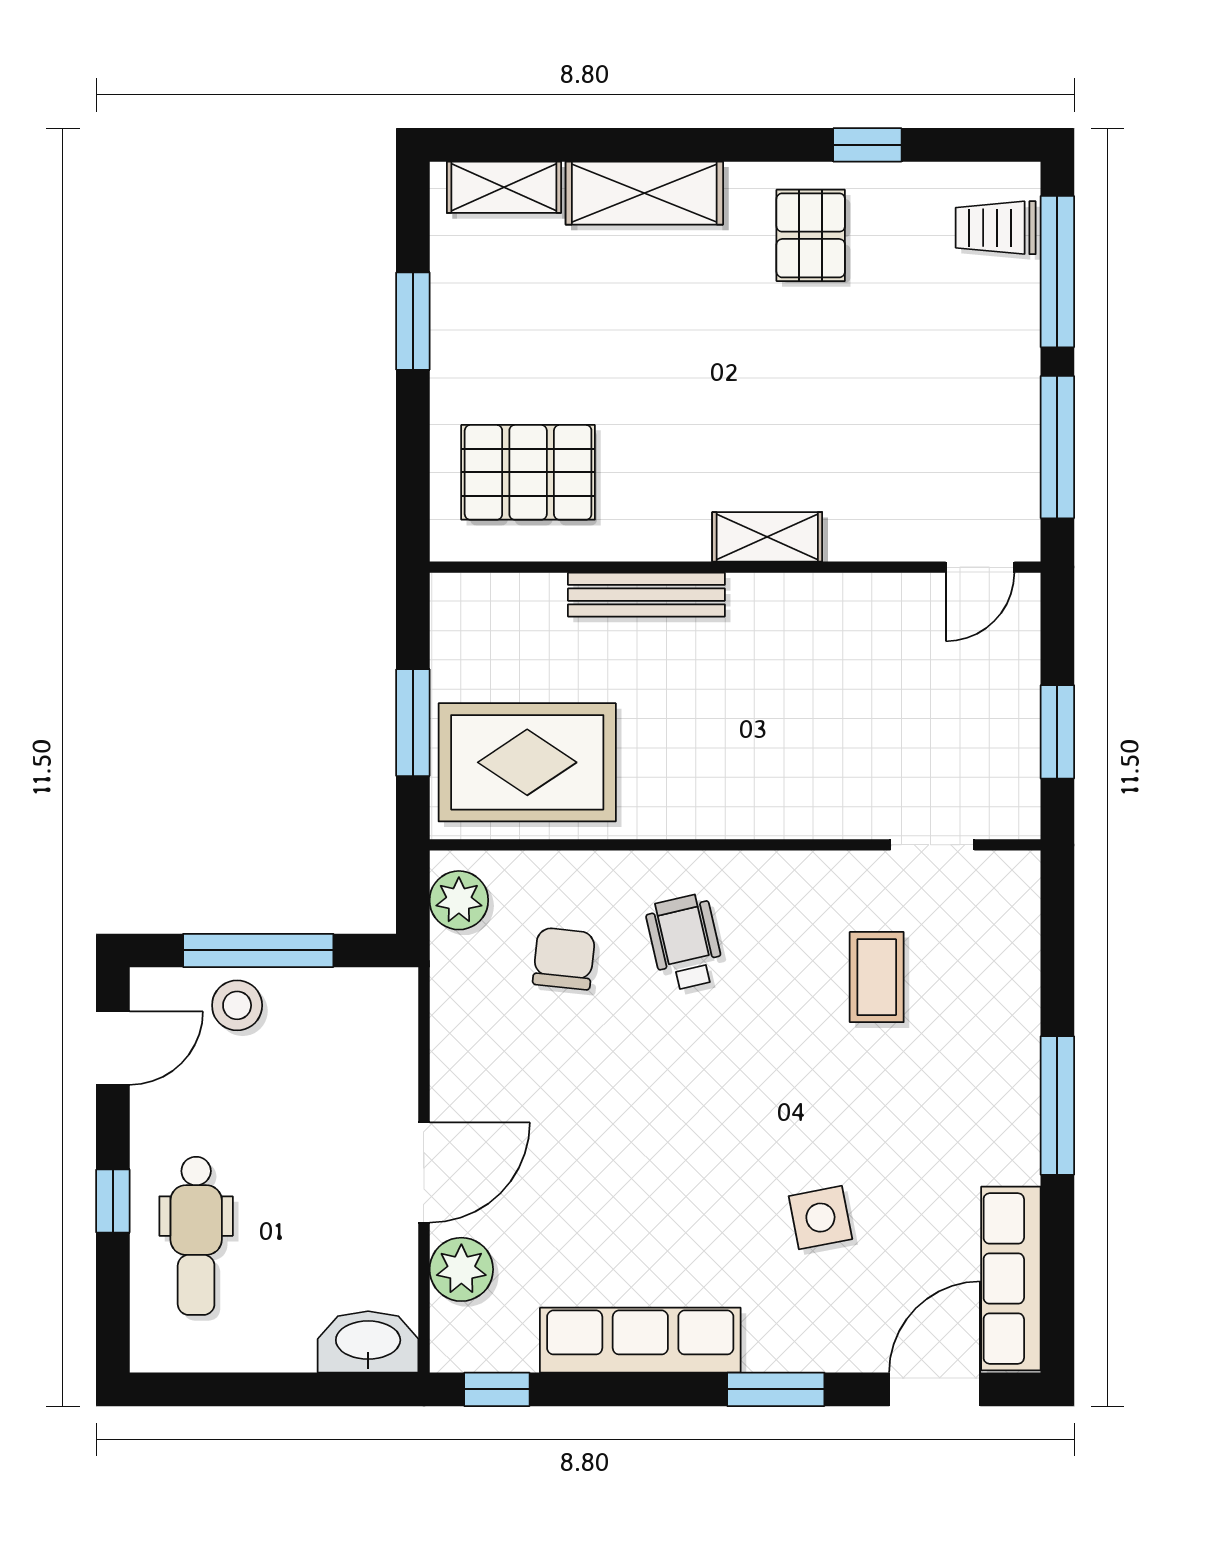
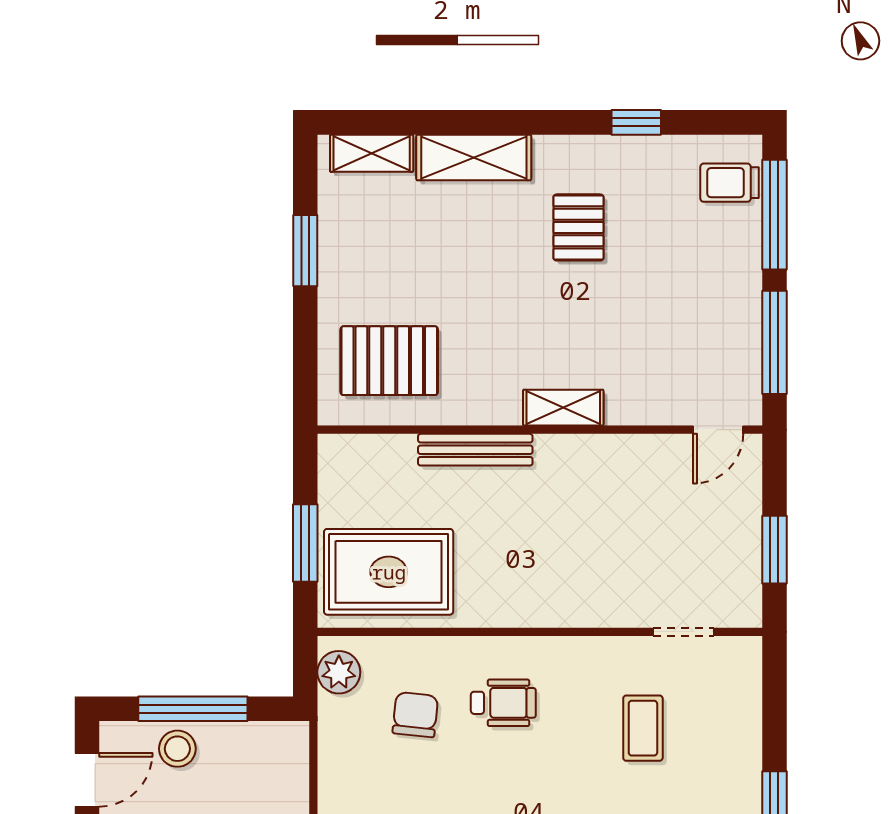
pallet: (811, 235) -> (578, 227), moved
wheelchair: (685, 942) -> (503, 703), turned 103

